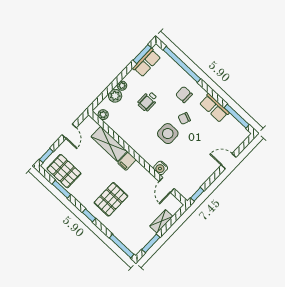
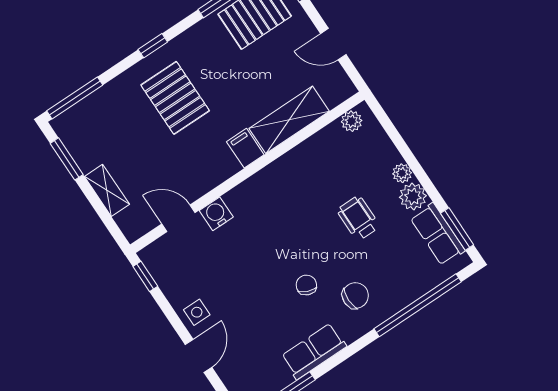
plant: (115, 96) -> (413, 197), moved
side table: (168, 134) -> (197, 312), moved, width x0.54, depth x0.54

